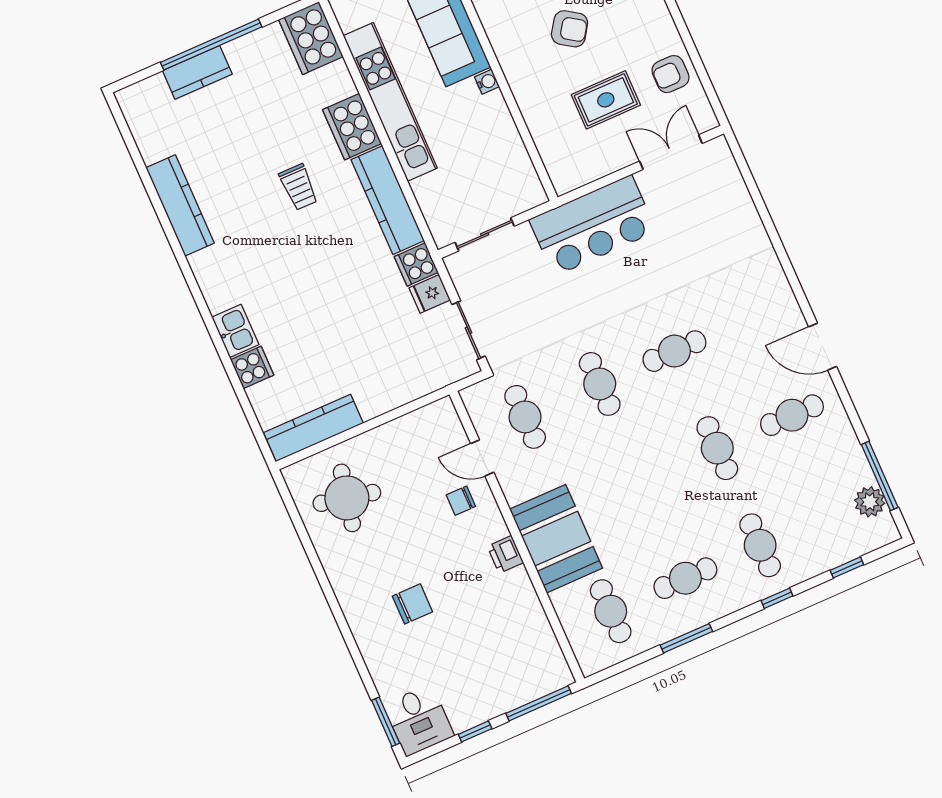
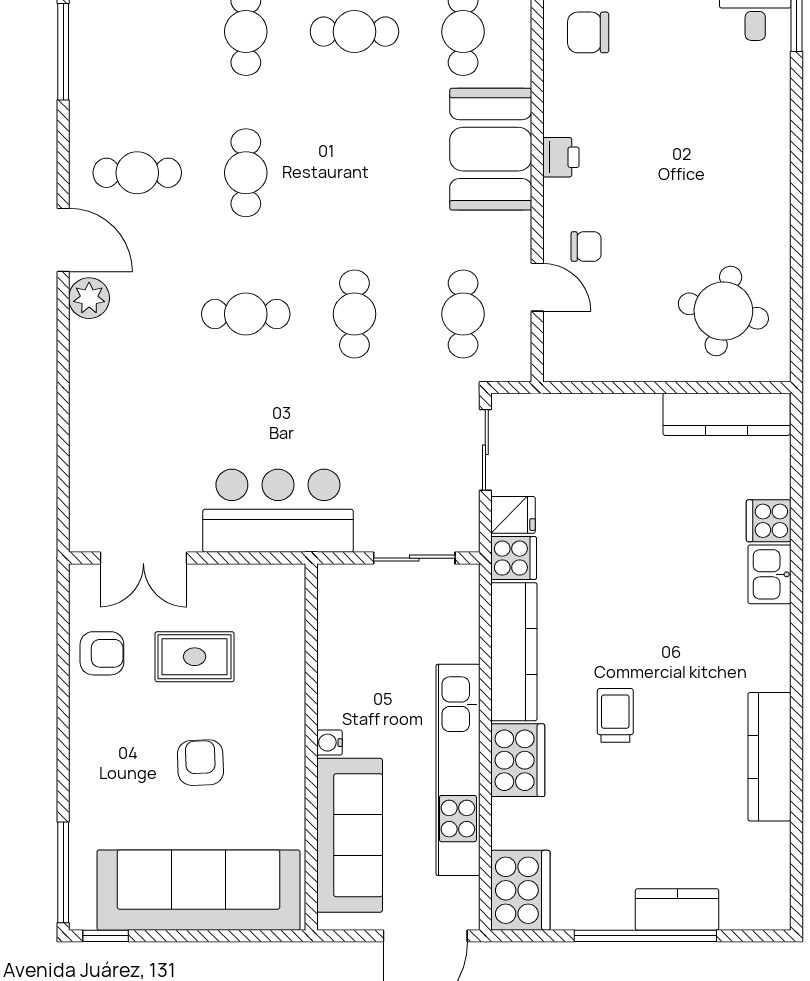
armchair: (570, 29) -> (200, 763), turned 54
plant: (870, 502) -> (89, 298), moved
chair: (412, 604) -> (588, 32), moved

